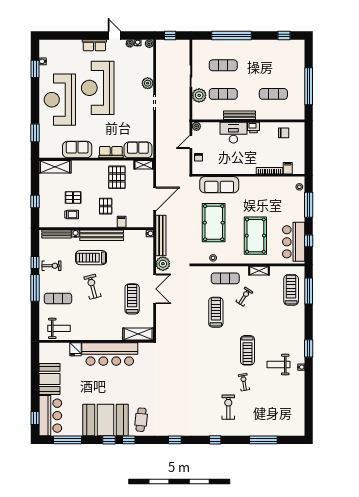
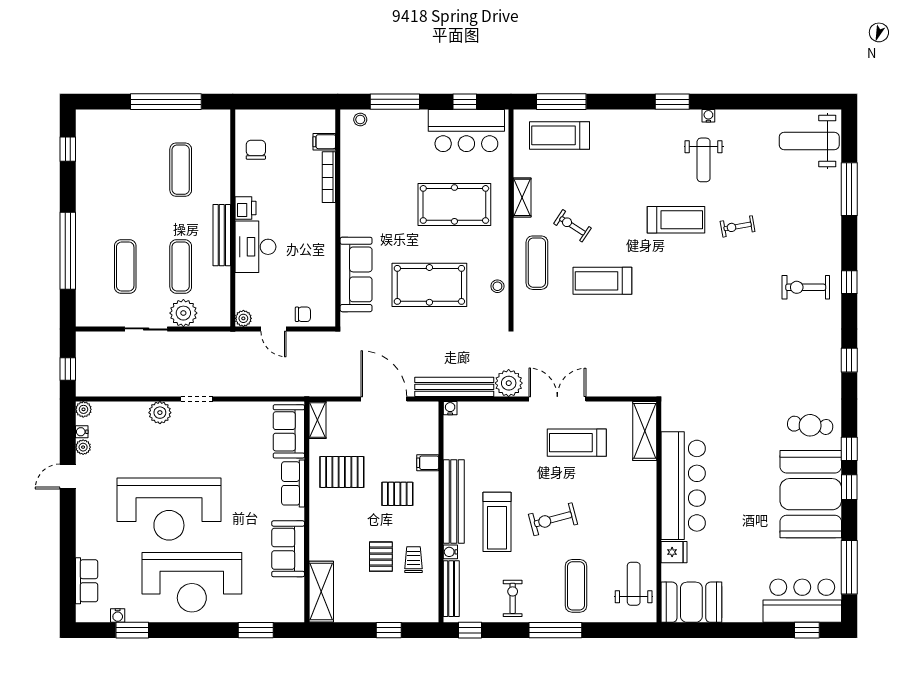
row of seats: (94, 45) -> (87, 581), moved
window: (35, 262) -> (470, 630), moved
booth: (49, 379) -> (691, 602), moved
exercise bike: (228, 407) -> (806, 287), moved
weight bench: (288, 419) -> (809, 141), added

